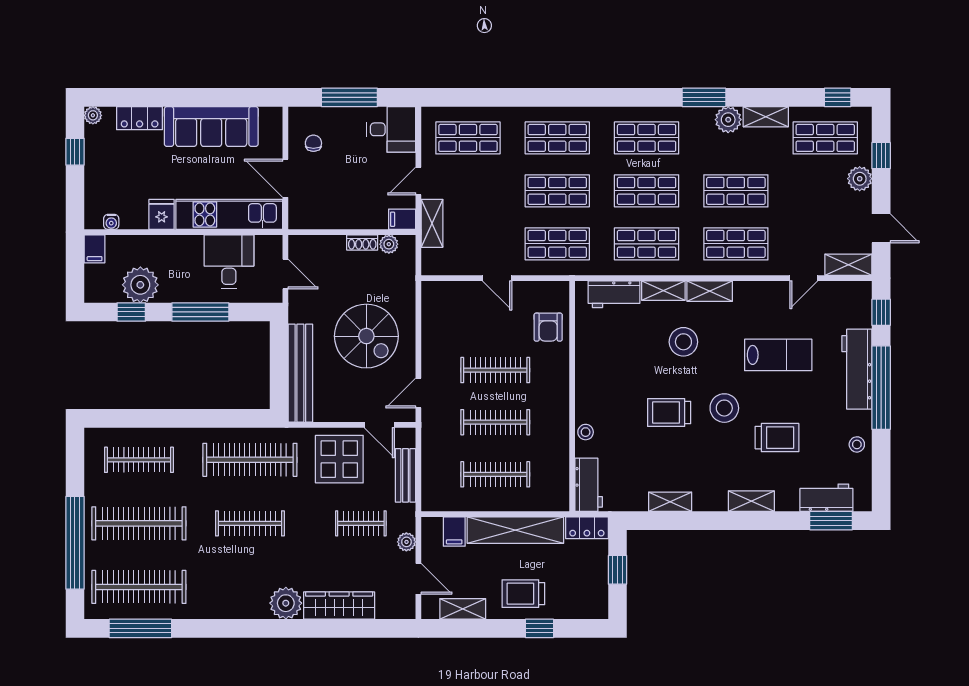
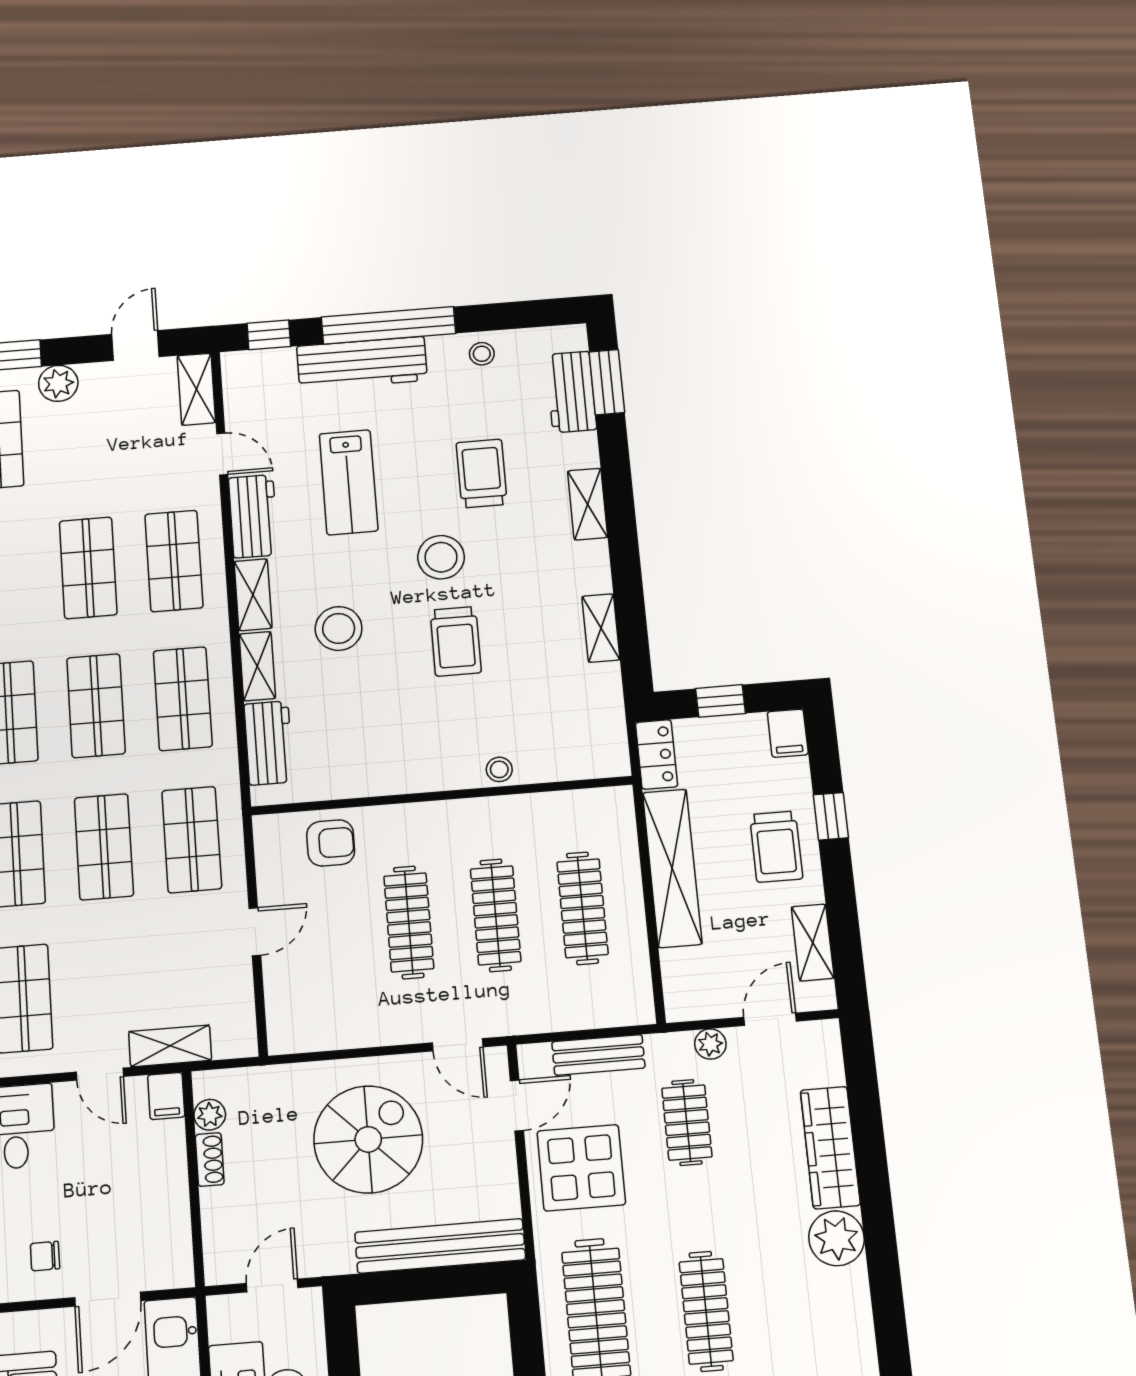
lab bench: (778, 355) -> (349, 482), turned 180
workbench: (589, 485) -> (253, 516), moved, turned 90
filing cabinet: (454, 532) -> (788, 733), moved, turned 90

